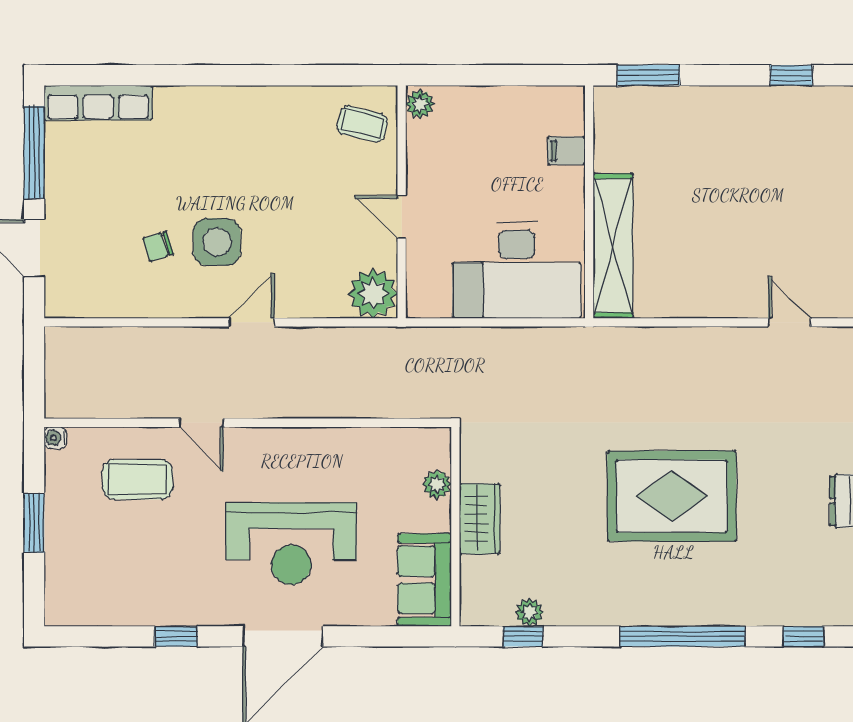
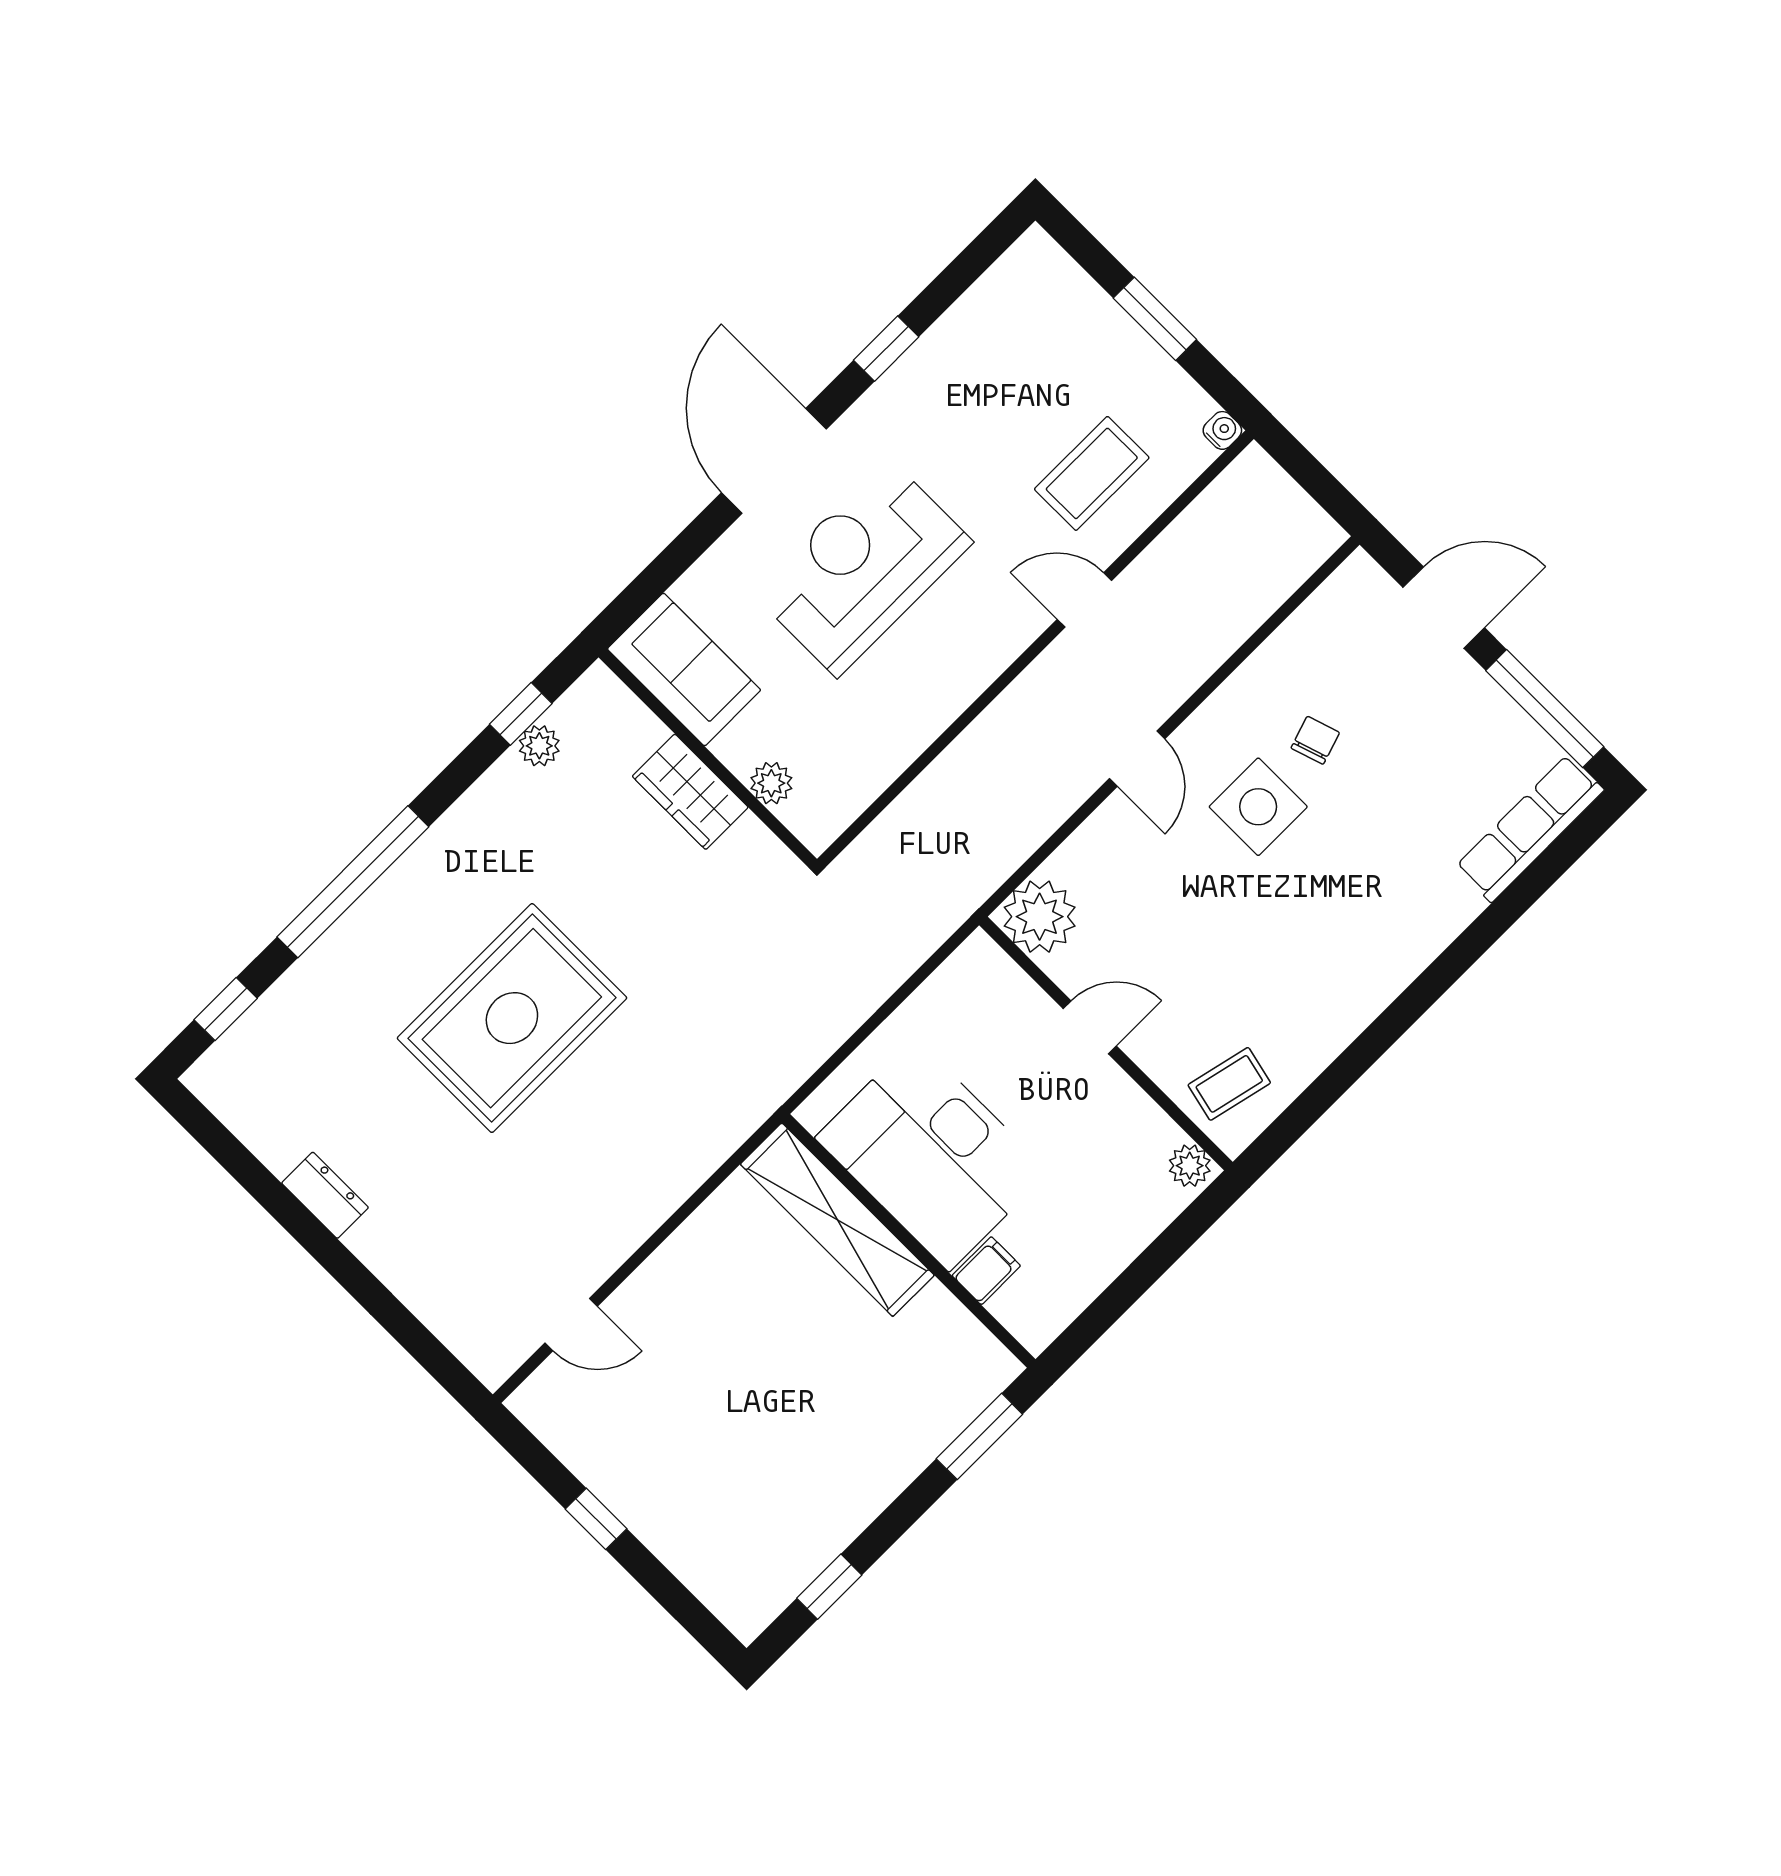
desk: (517, 270) -> (932, 1155), moved, turned -90

